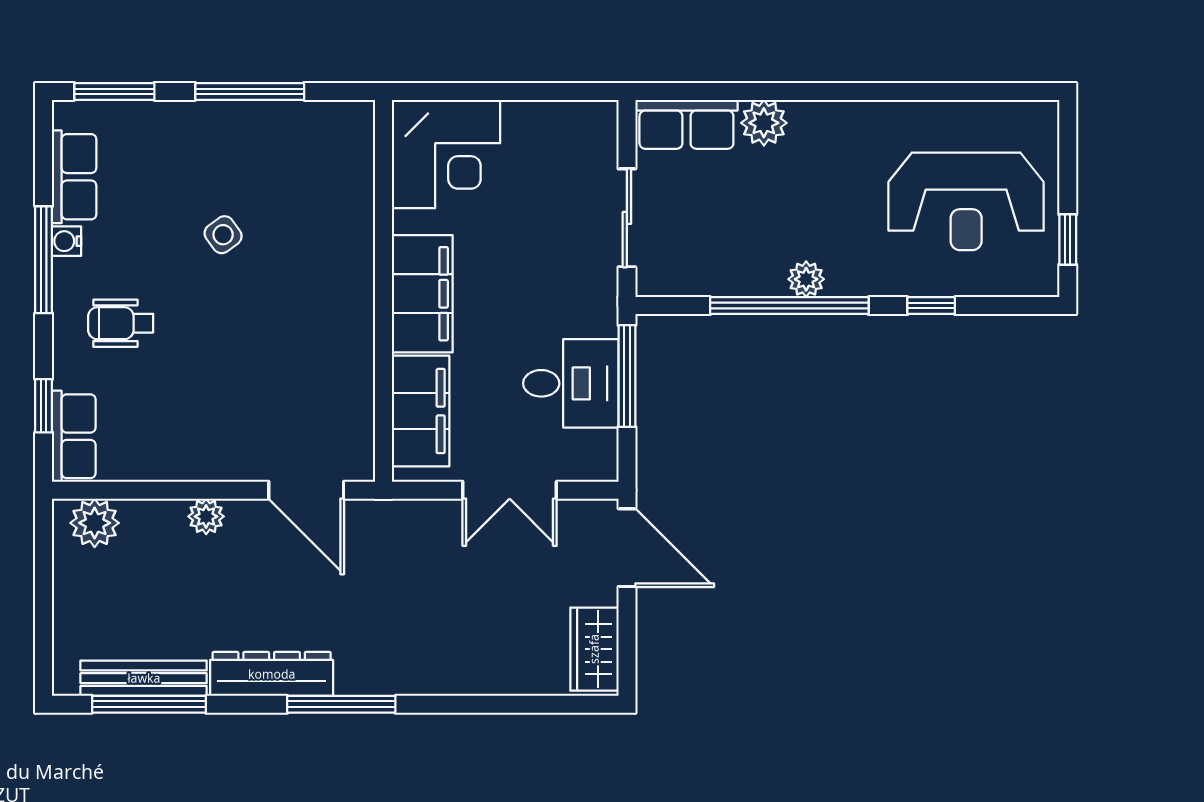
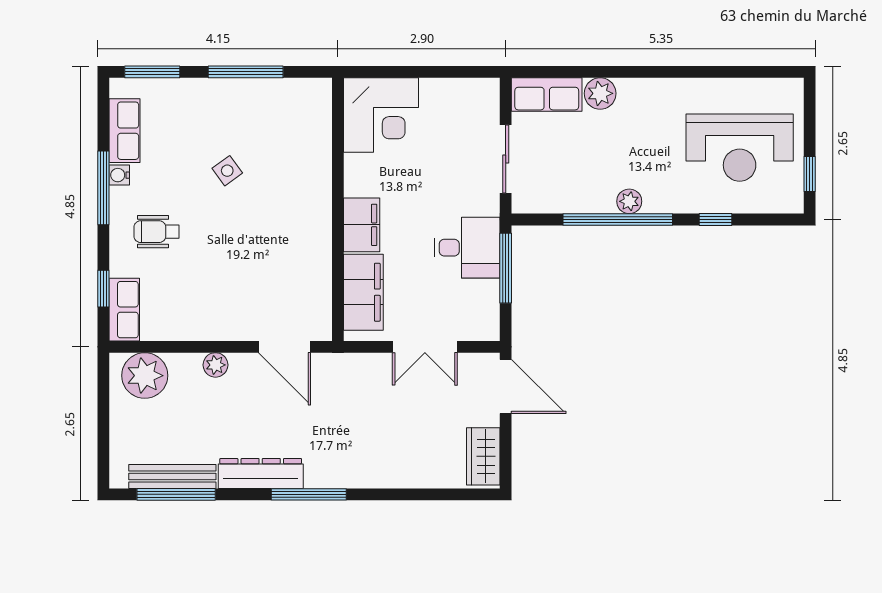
filing cabinet: (422, 294) -> (362, 225), width x0.67, depth x0.86
desk: (571, 383) -> (467, 248), moved
plant: (95, 523) -> (145, 376), width x1.36, depth x1.36

